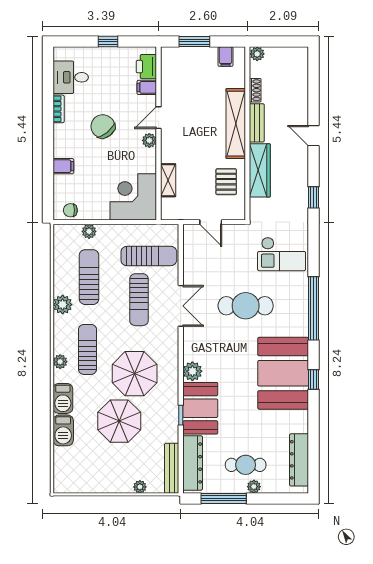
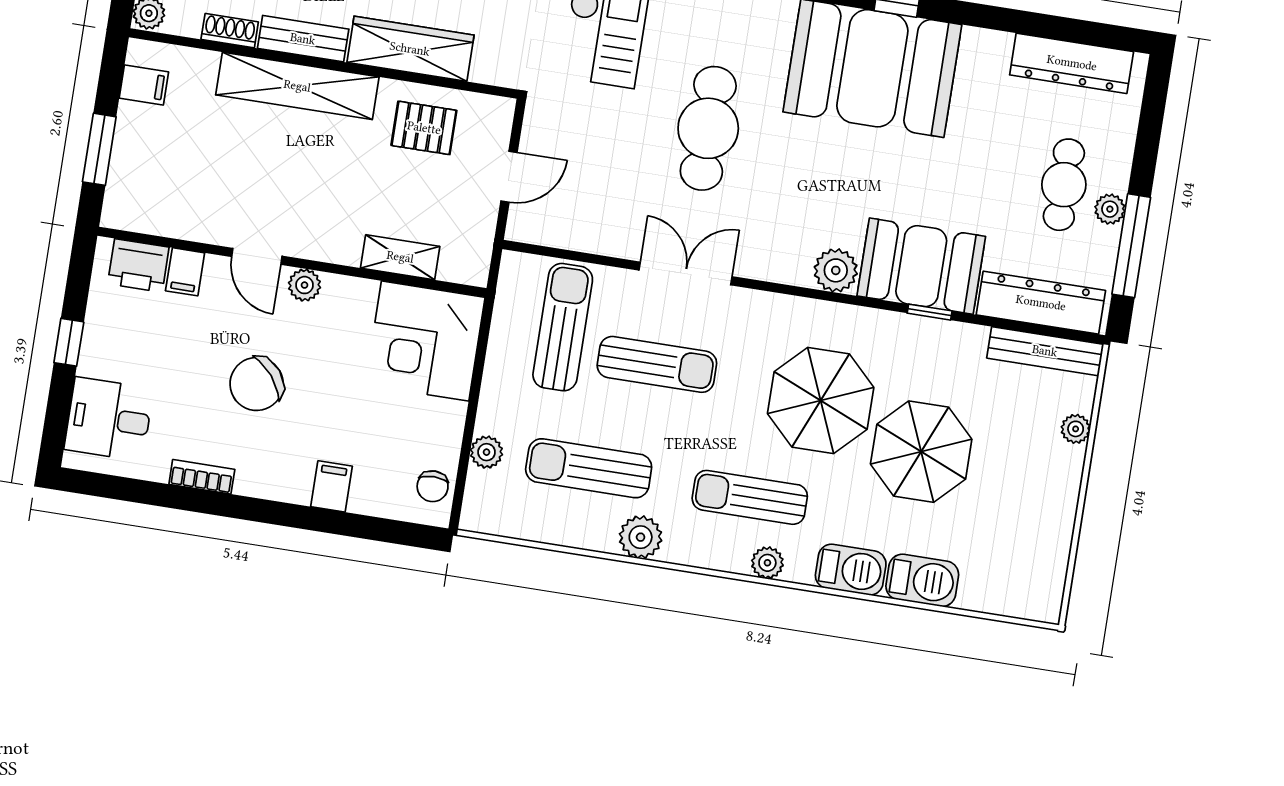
desk: (71, 77) -> (109, 419), moved, turned 90
plant: (254, 487) -> (1110, 209), moved

